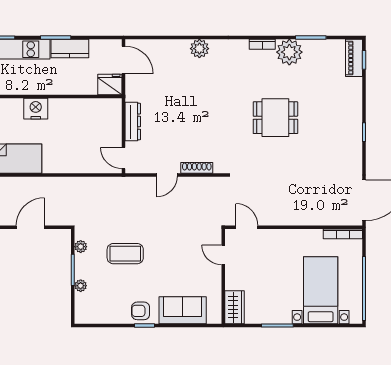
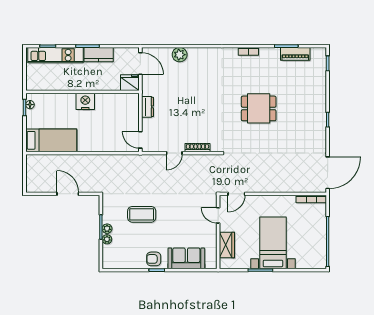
plant: (199, 49) -> (180, 55), moved
plant: (289, 52) -> (270, 57), removed
piano: (354, 58) -> (295, 54), moved, turned -90
nightstand: (36, 109) -> (85, 101), moved
dresser: (133, 122) -> (148, 107), width x0.70
door: (30, 227) -> (68, 194), hinge flipped
door: (247, 227) -> (236, 194), swing flipped
plant: (81, 247) -> (107, 229), moved
bed with nightstands: (321, 290) -> (273, 243), moved
wardrobe: (235, 307) -> (227, 245), moved

